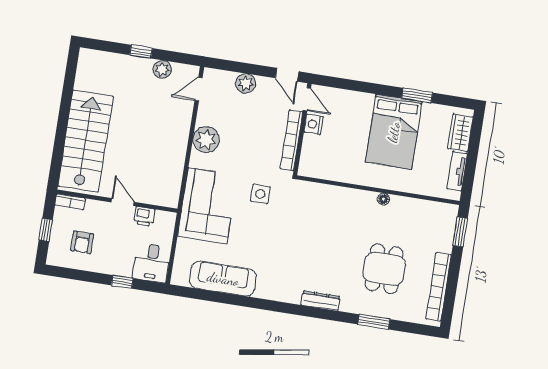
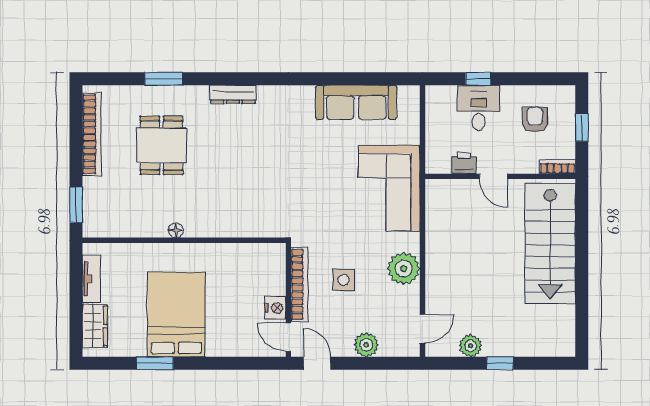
side table: (260, 194) -> (344, 280), moved
desk: (152, 263) -> (479, 108), moved

